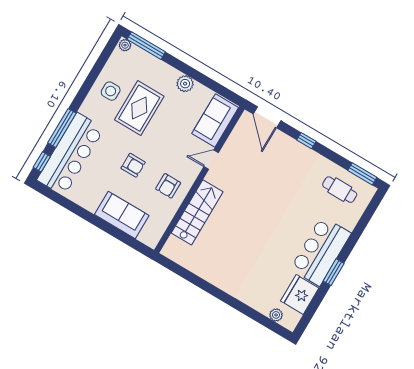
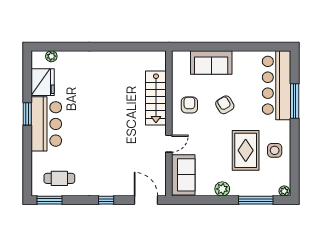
window: (146, 46) -> (256, 200), moved
window: (42, 162) -> (295, 67), removed
armchair: (133, 165) -> (225, 105), turned 60

